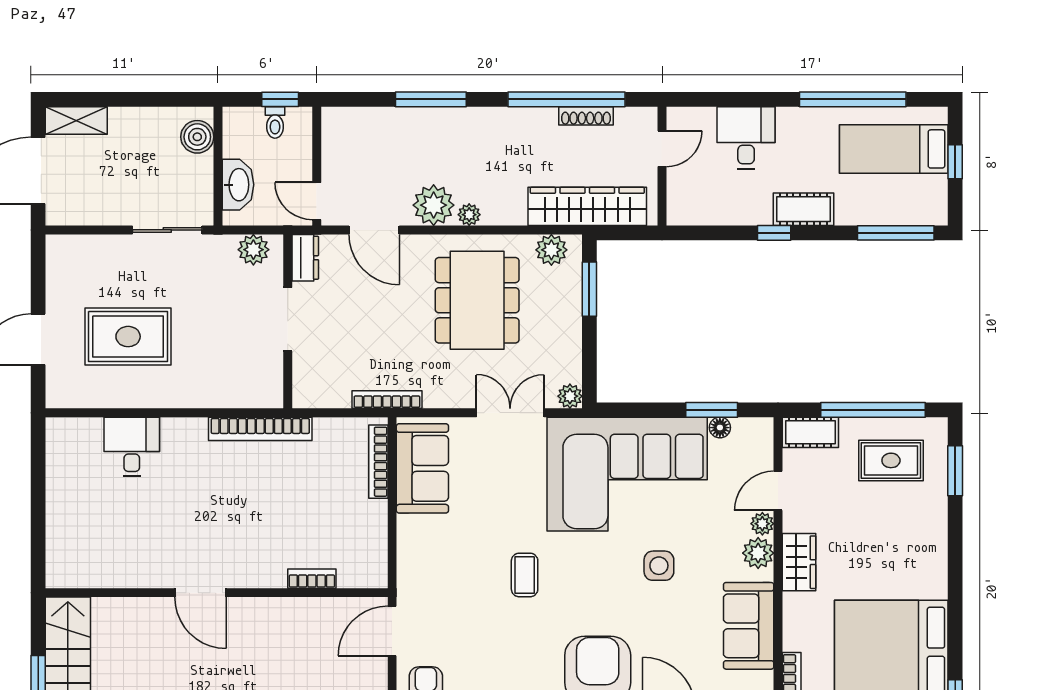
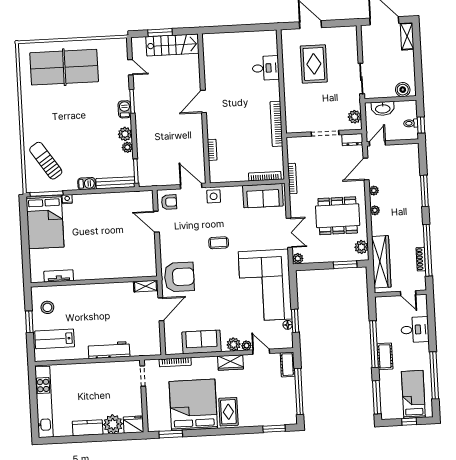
plant: (434, 205) -> (374, 191), width x0.53, depth x0.53
window: (774, 233) -> (374, 344), width x3.17
rug: (891, 460) -> (228, 412), moved
side table: (659, 566) -> (214, 196), moved

